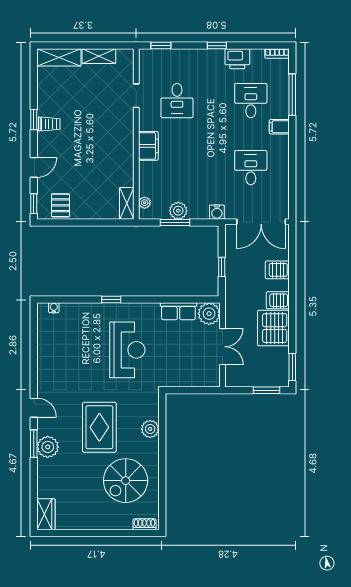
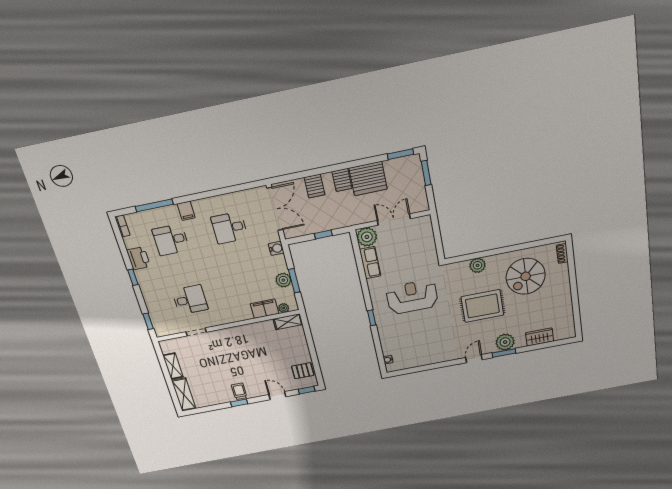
filing cabinet: (148, 146) -> (265, 309), moved
spiral stairs: (126, 481) -> (526, 276), turned 90
wardrobe: (46, 514) -> (540, 337), moved

